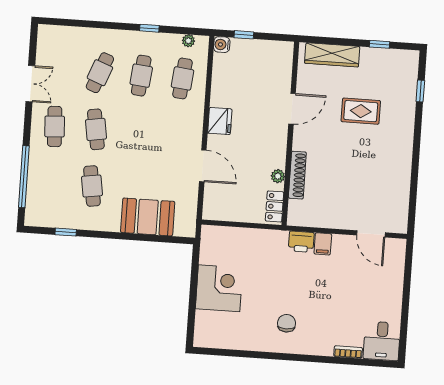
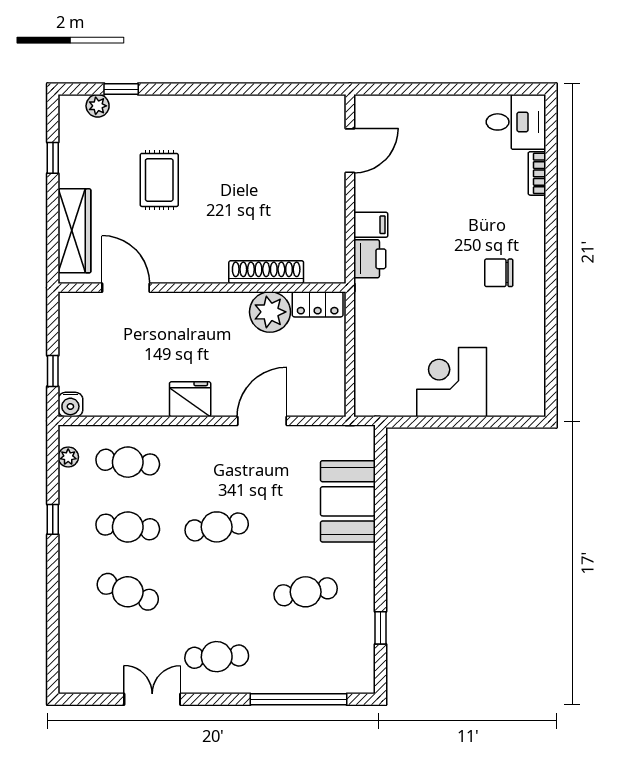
plant: (411, 75) -> (98, 106), added
door: (292, 109) -> (126, 288), moved
cafe table: (96, 129) -> (217, 527), moved
plant: (278, 176) -> (270, 312), width x1.87, depth x1.87

